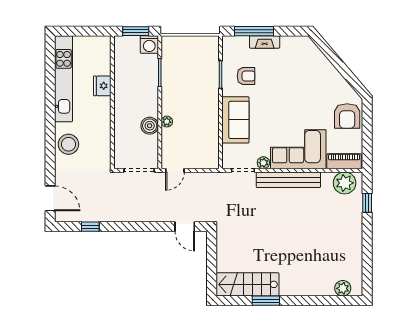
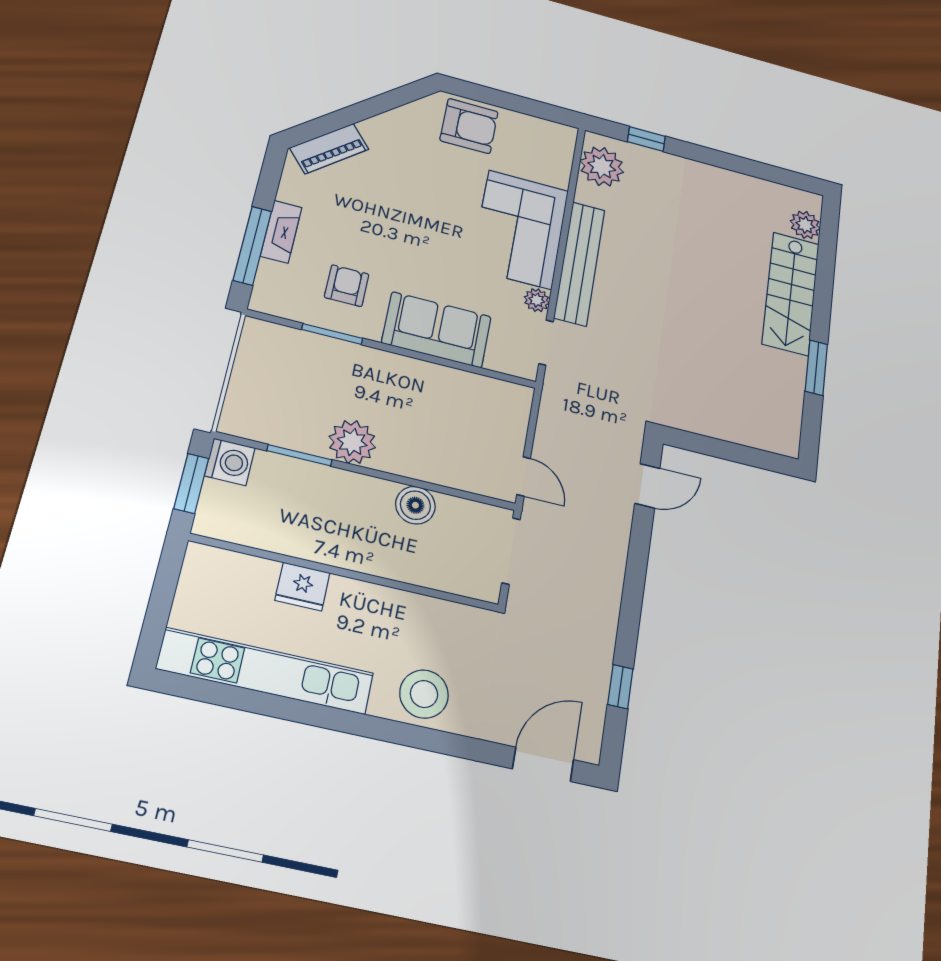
plant: (167, 122) -> (352, 442), moved, width x1.87, depth x1.87
piano: (344, 161) -> (329, 148), moved, turned -130
stairs: (247, 284) -> (791, 293), moved

